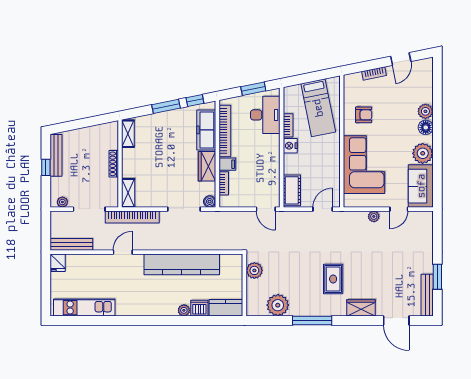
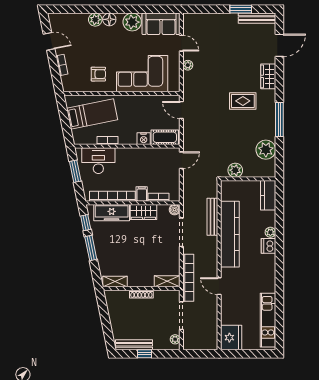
armchair: (364, 115) -> (98, 74), turned 90
nightstand: (290, 146) -> (144, 139), moved
bench: (71, 244) -> (212, 217), moved
fridge: (58, 263) -> (231, 338), width x1.88, depth x1.34
dishwasher: (199, 308) -> (268, 246), moved

